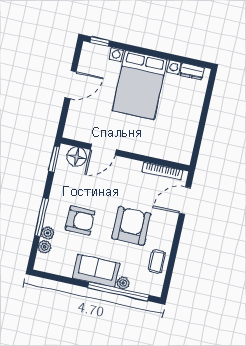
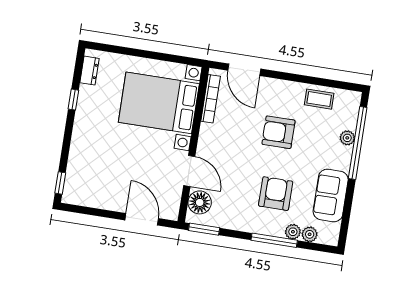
window: (169, 57) -> (73, 100), added
door: (71, 85) -> (142, 219), moved
bed with nightstands: (140, 85) -> (159, 103), moved, turned 180
armchair: (131, 226) -> (278, 132), width x0.73, depth x0.73
sofa: (96, 271) -> (331, 195), moved

